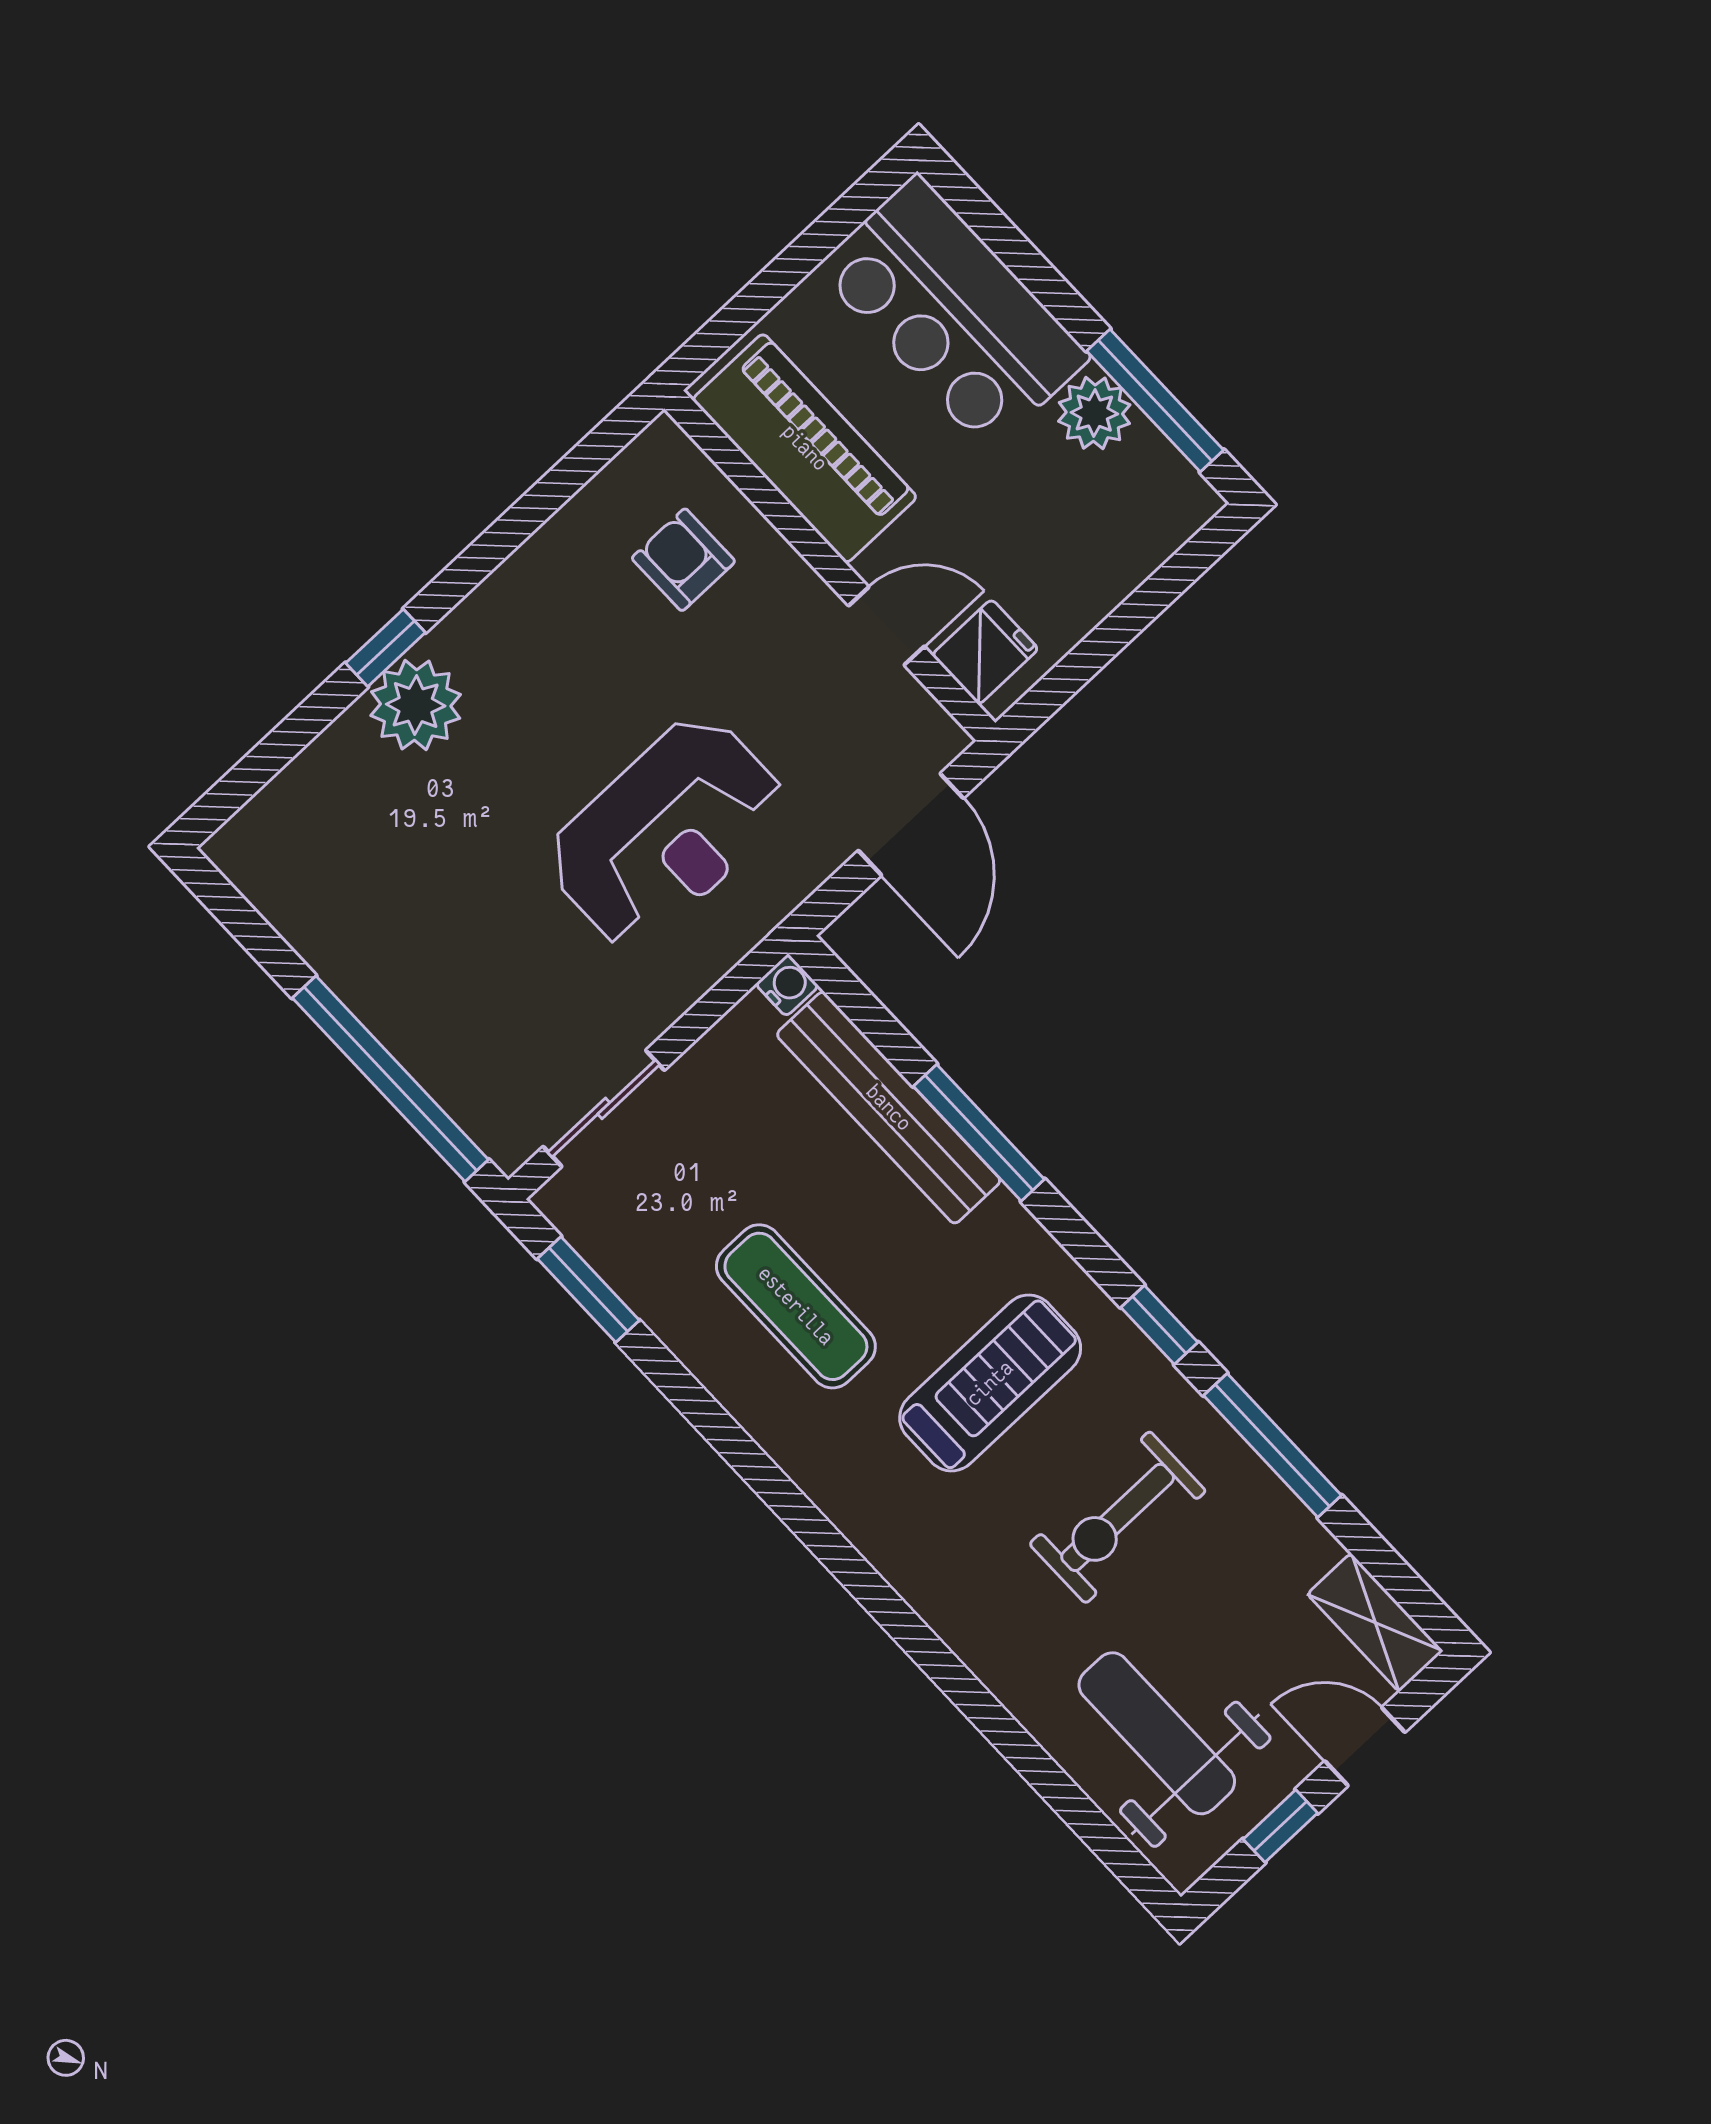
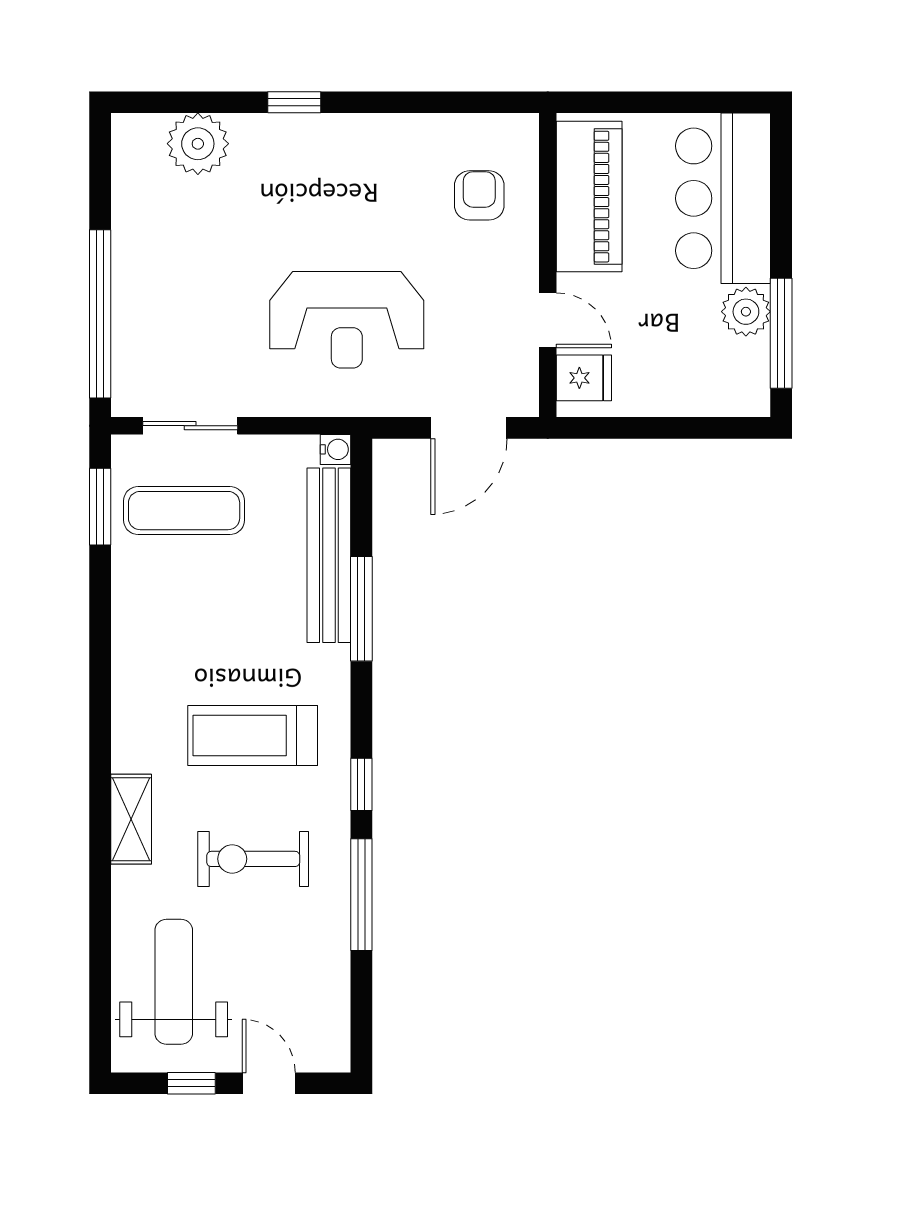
plant: (416, 705) -> (198, 144), moved
exercise mat: (796, 1306) -> (184, 511), moved, turned 90
treadmill: (990, 1383) -> (253, 735), turned 180
shelving: (1375, 1622) -> (131, 819), moved

